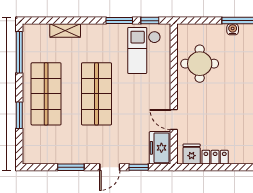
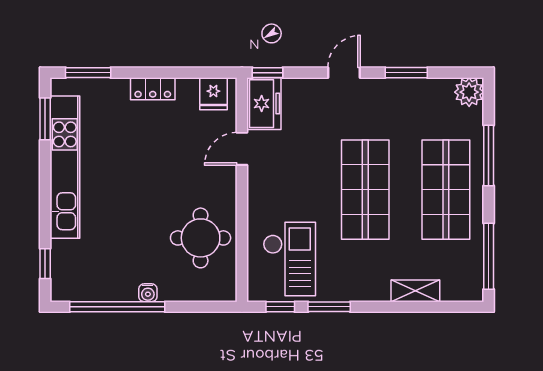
window: (19, 115) -> (489, 155), width x1.44
door: (174, 119) -> (242, 149), swing flipped
plant: (32, 155) -> (469, 92), added
locker: (215, 157) -> (153, 89), moved
window: (139, 167) -> (267, 73), moved

